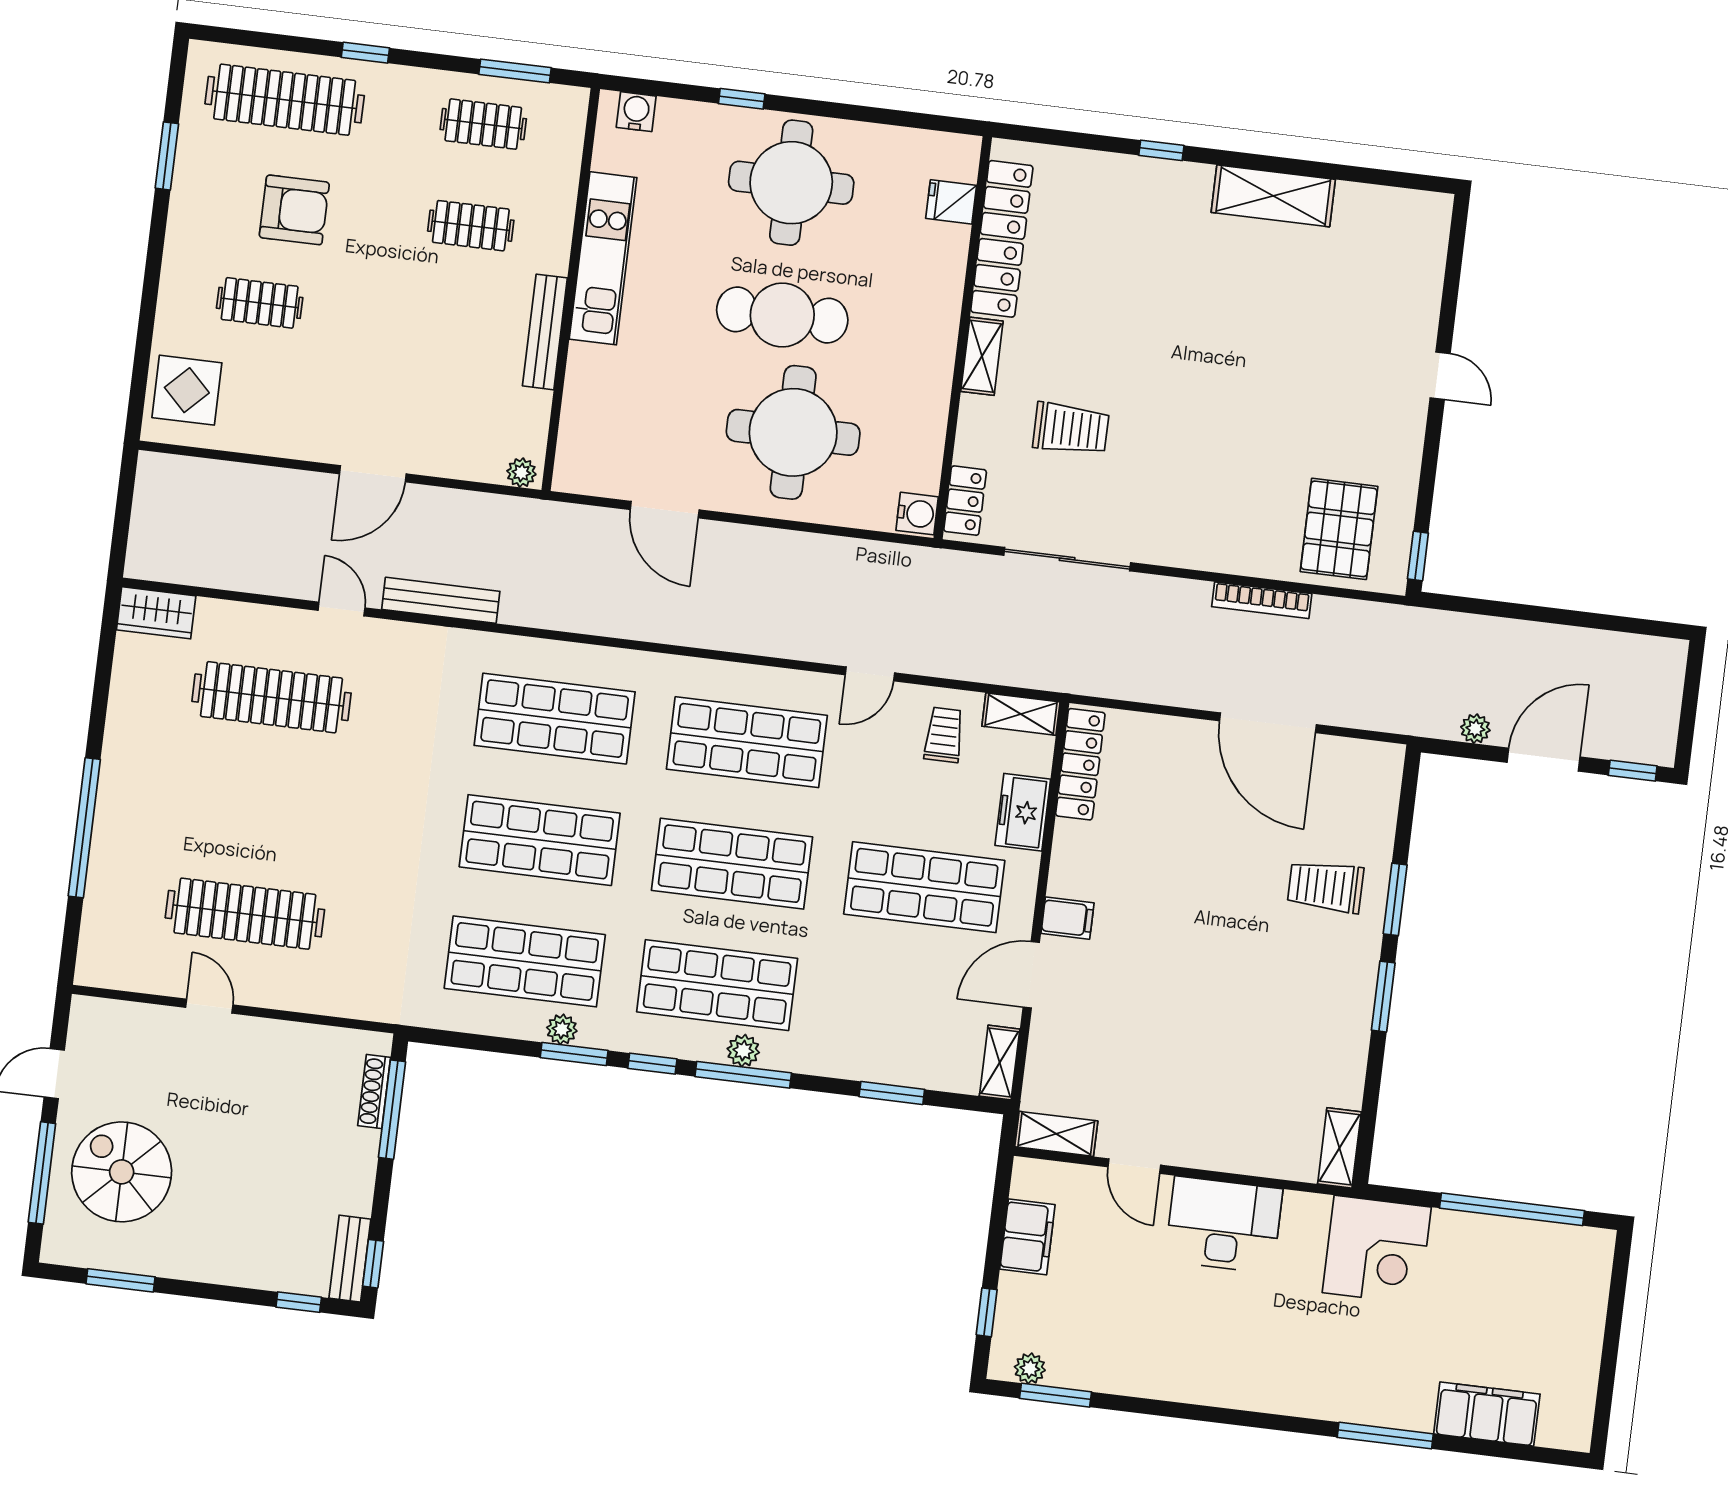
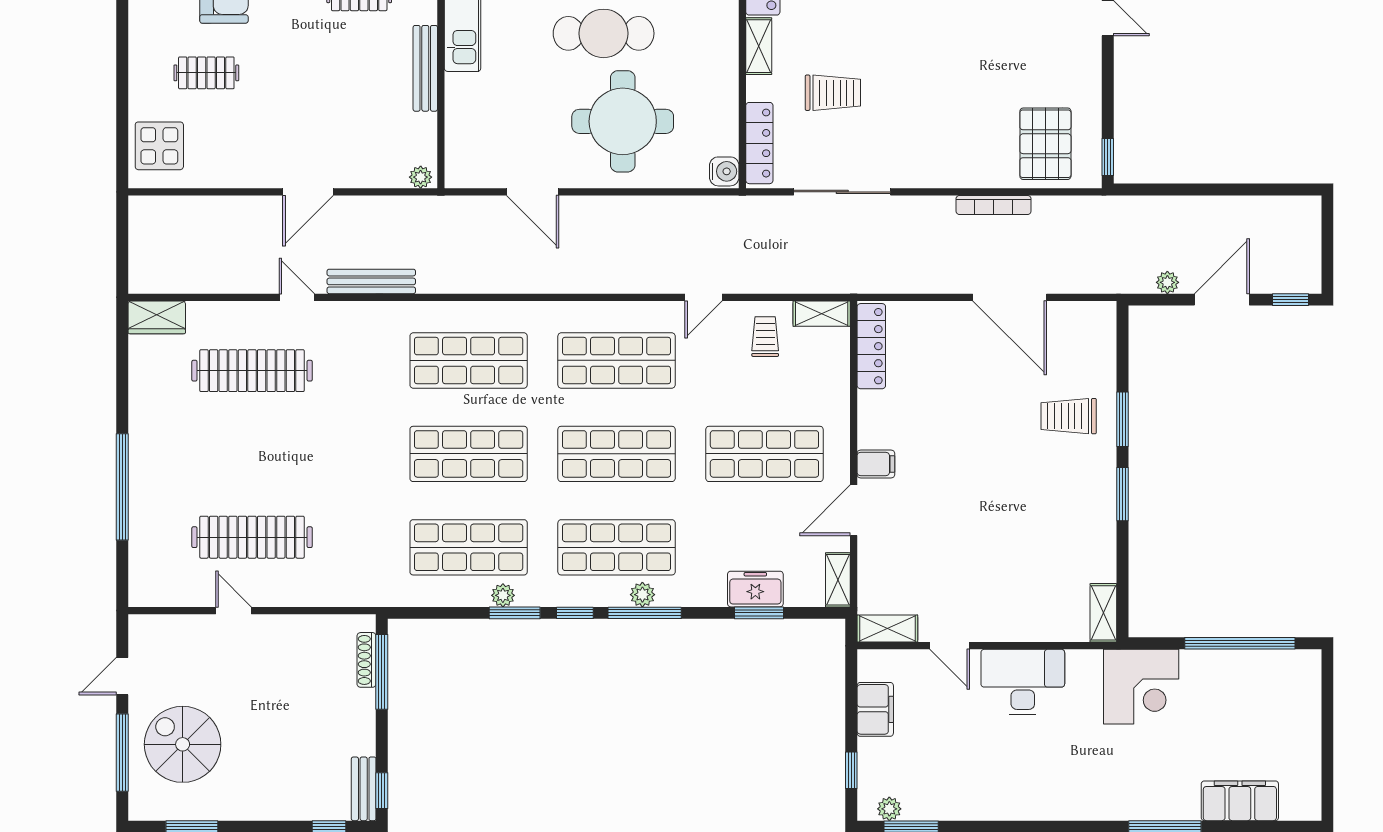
locker: (965, 501) -> (759, 143), width x1.53
freezer: (1023, 812) -> (755, 589), moved, turned 90

